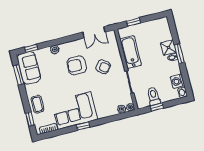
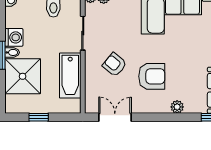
window: (134, 22) -> (39, 117), moved
shower: (168, 48) -> (23, 76), width x1.86, depth x1.86
washing machine: (177, 81) -> (14, 37), moved

